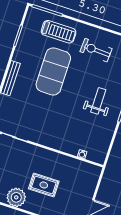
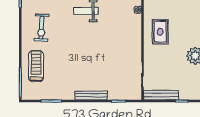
exercise mat: (53, 71) -> (73, 59), removed
rug: (44, 185) -> (160, 32), moved

